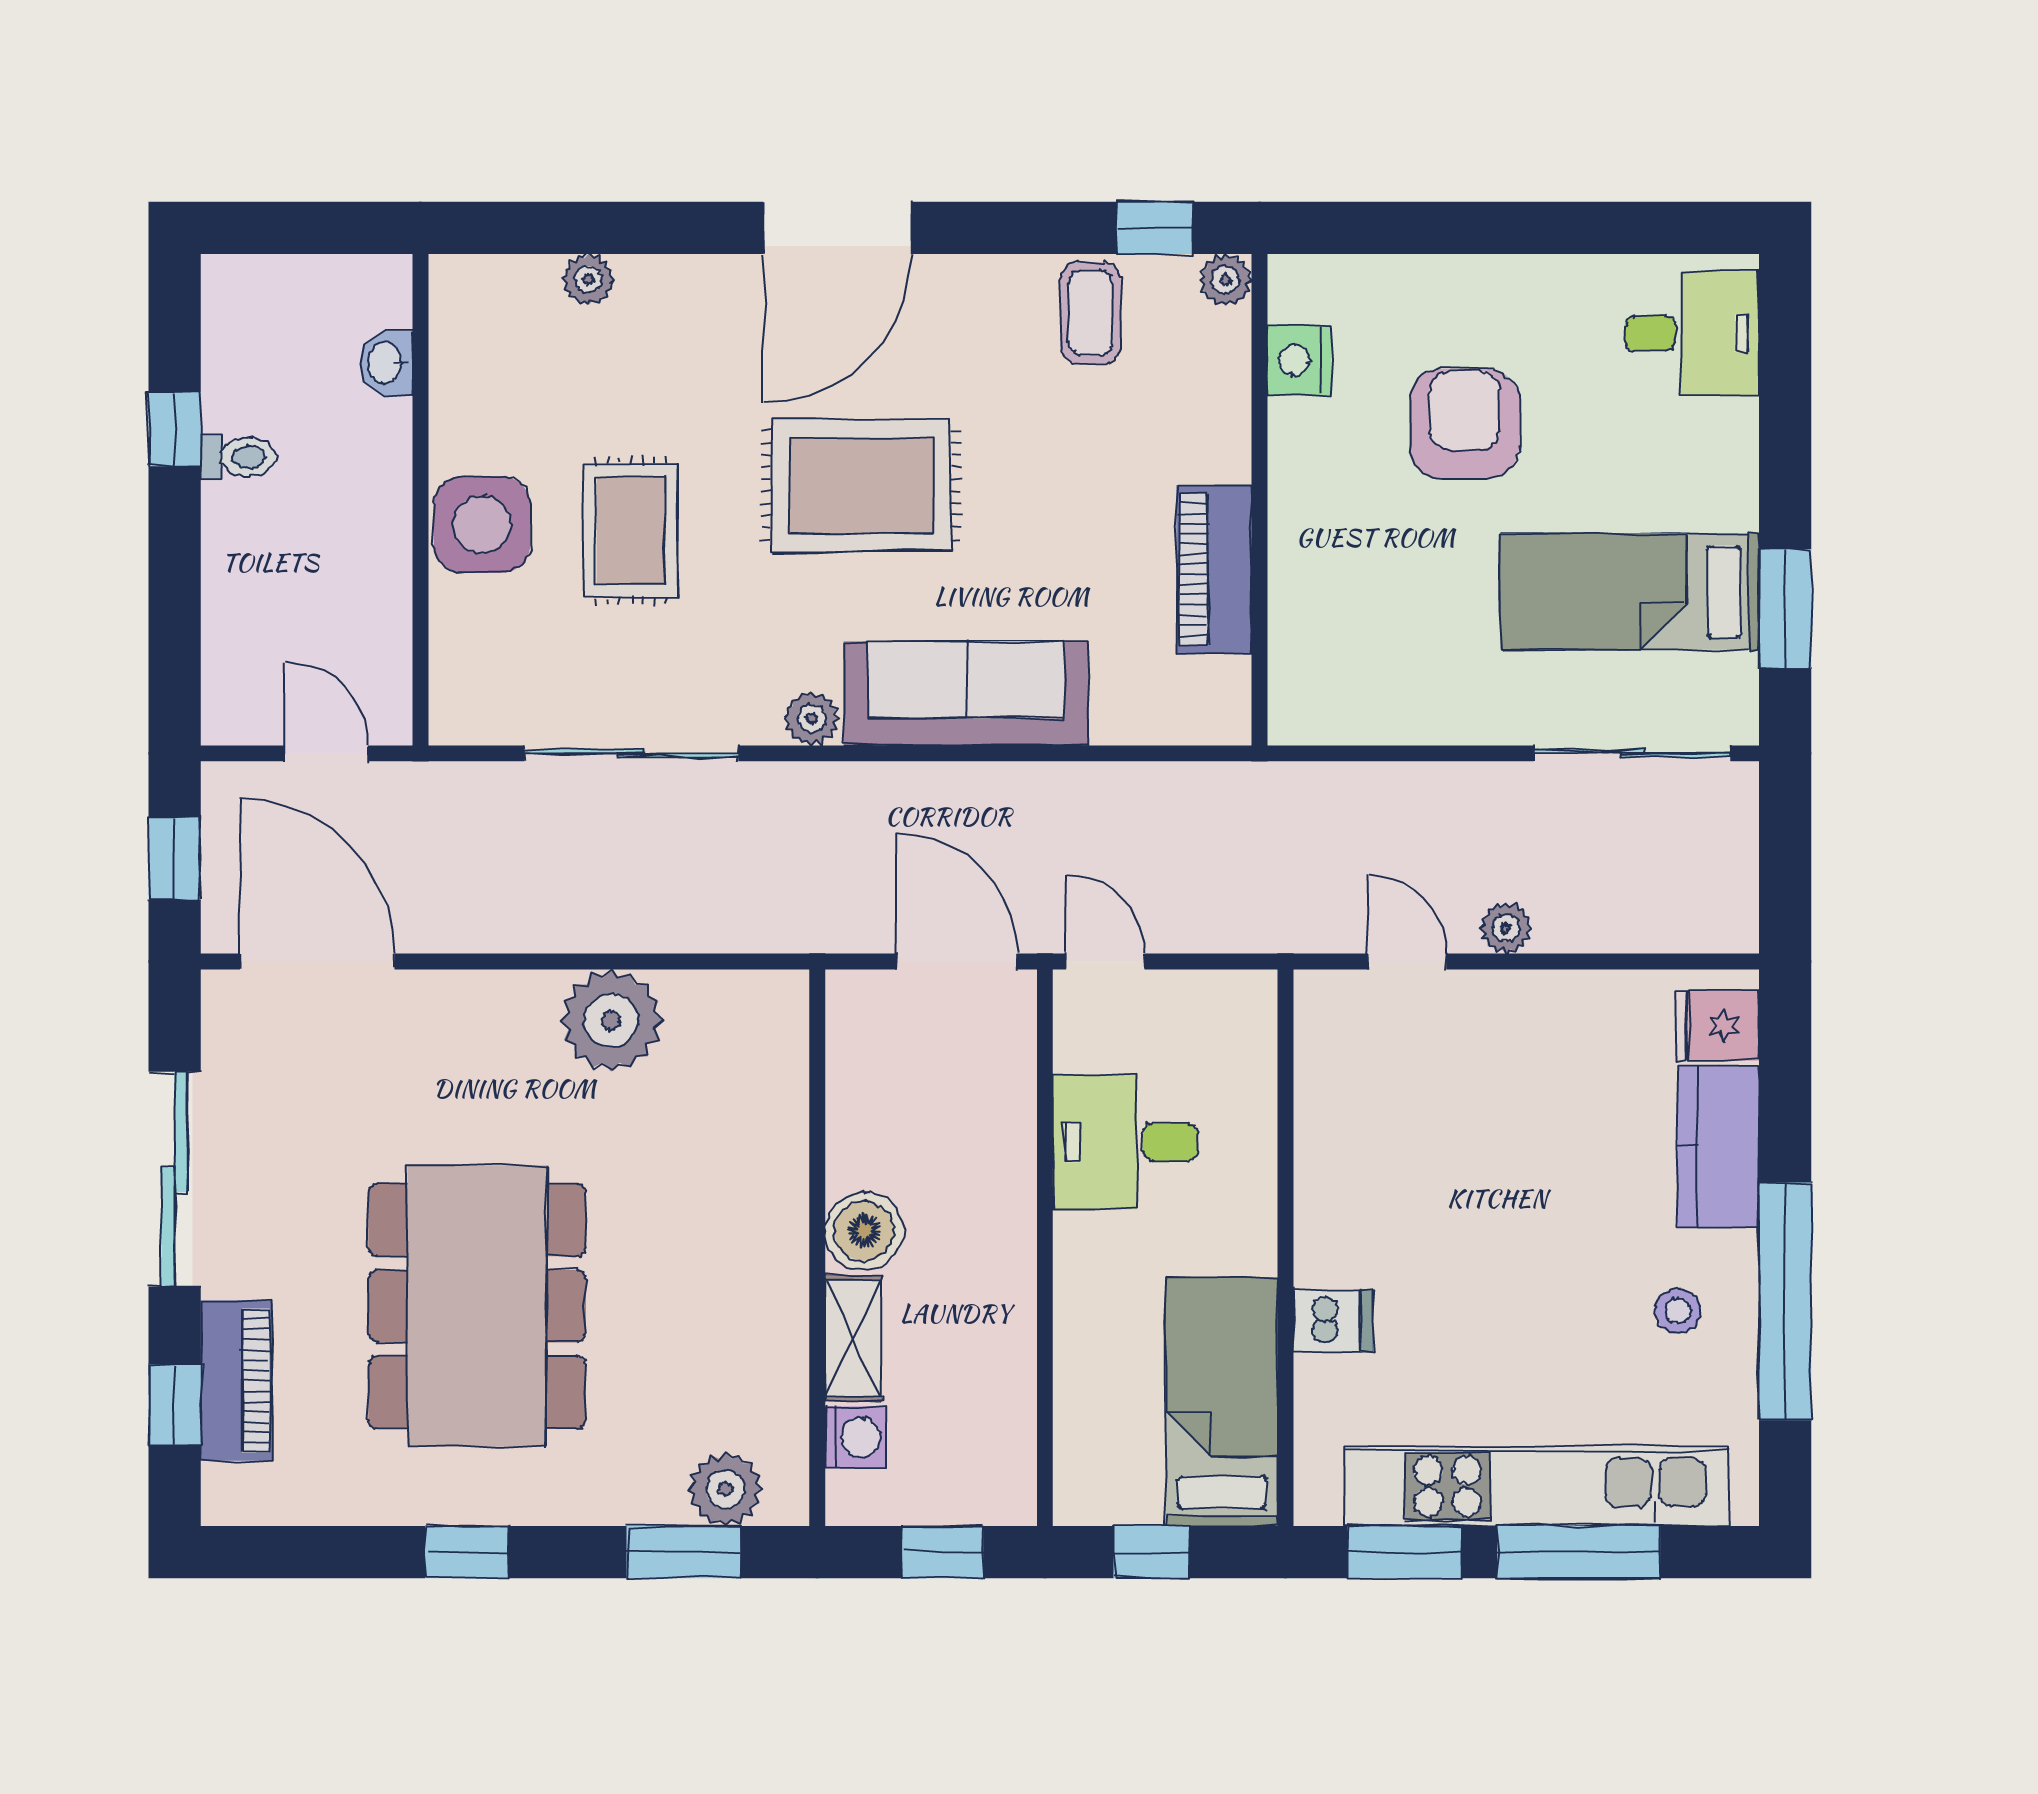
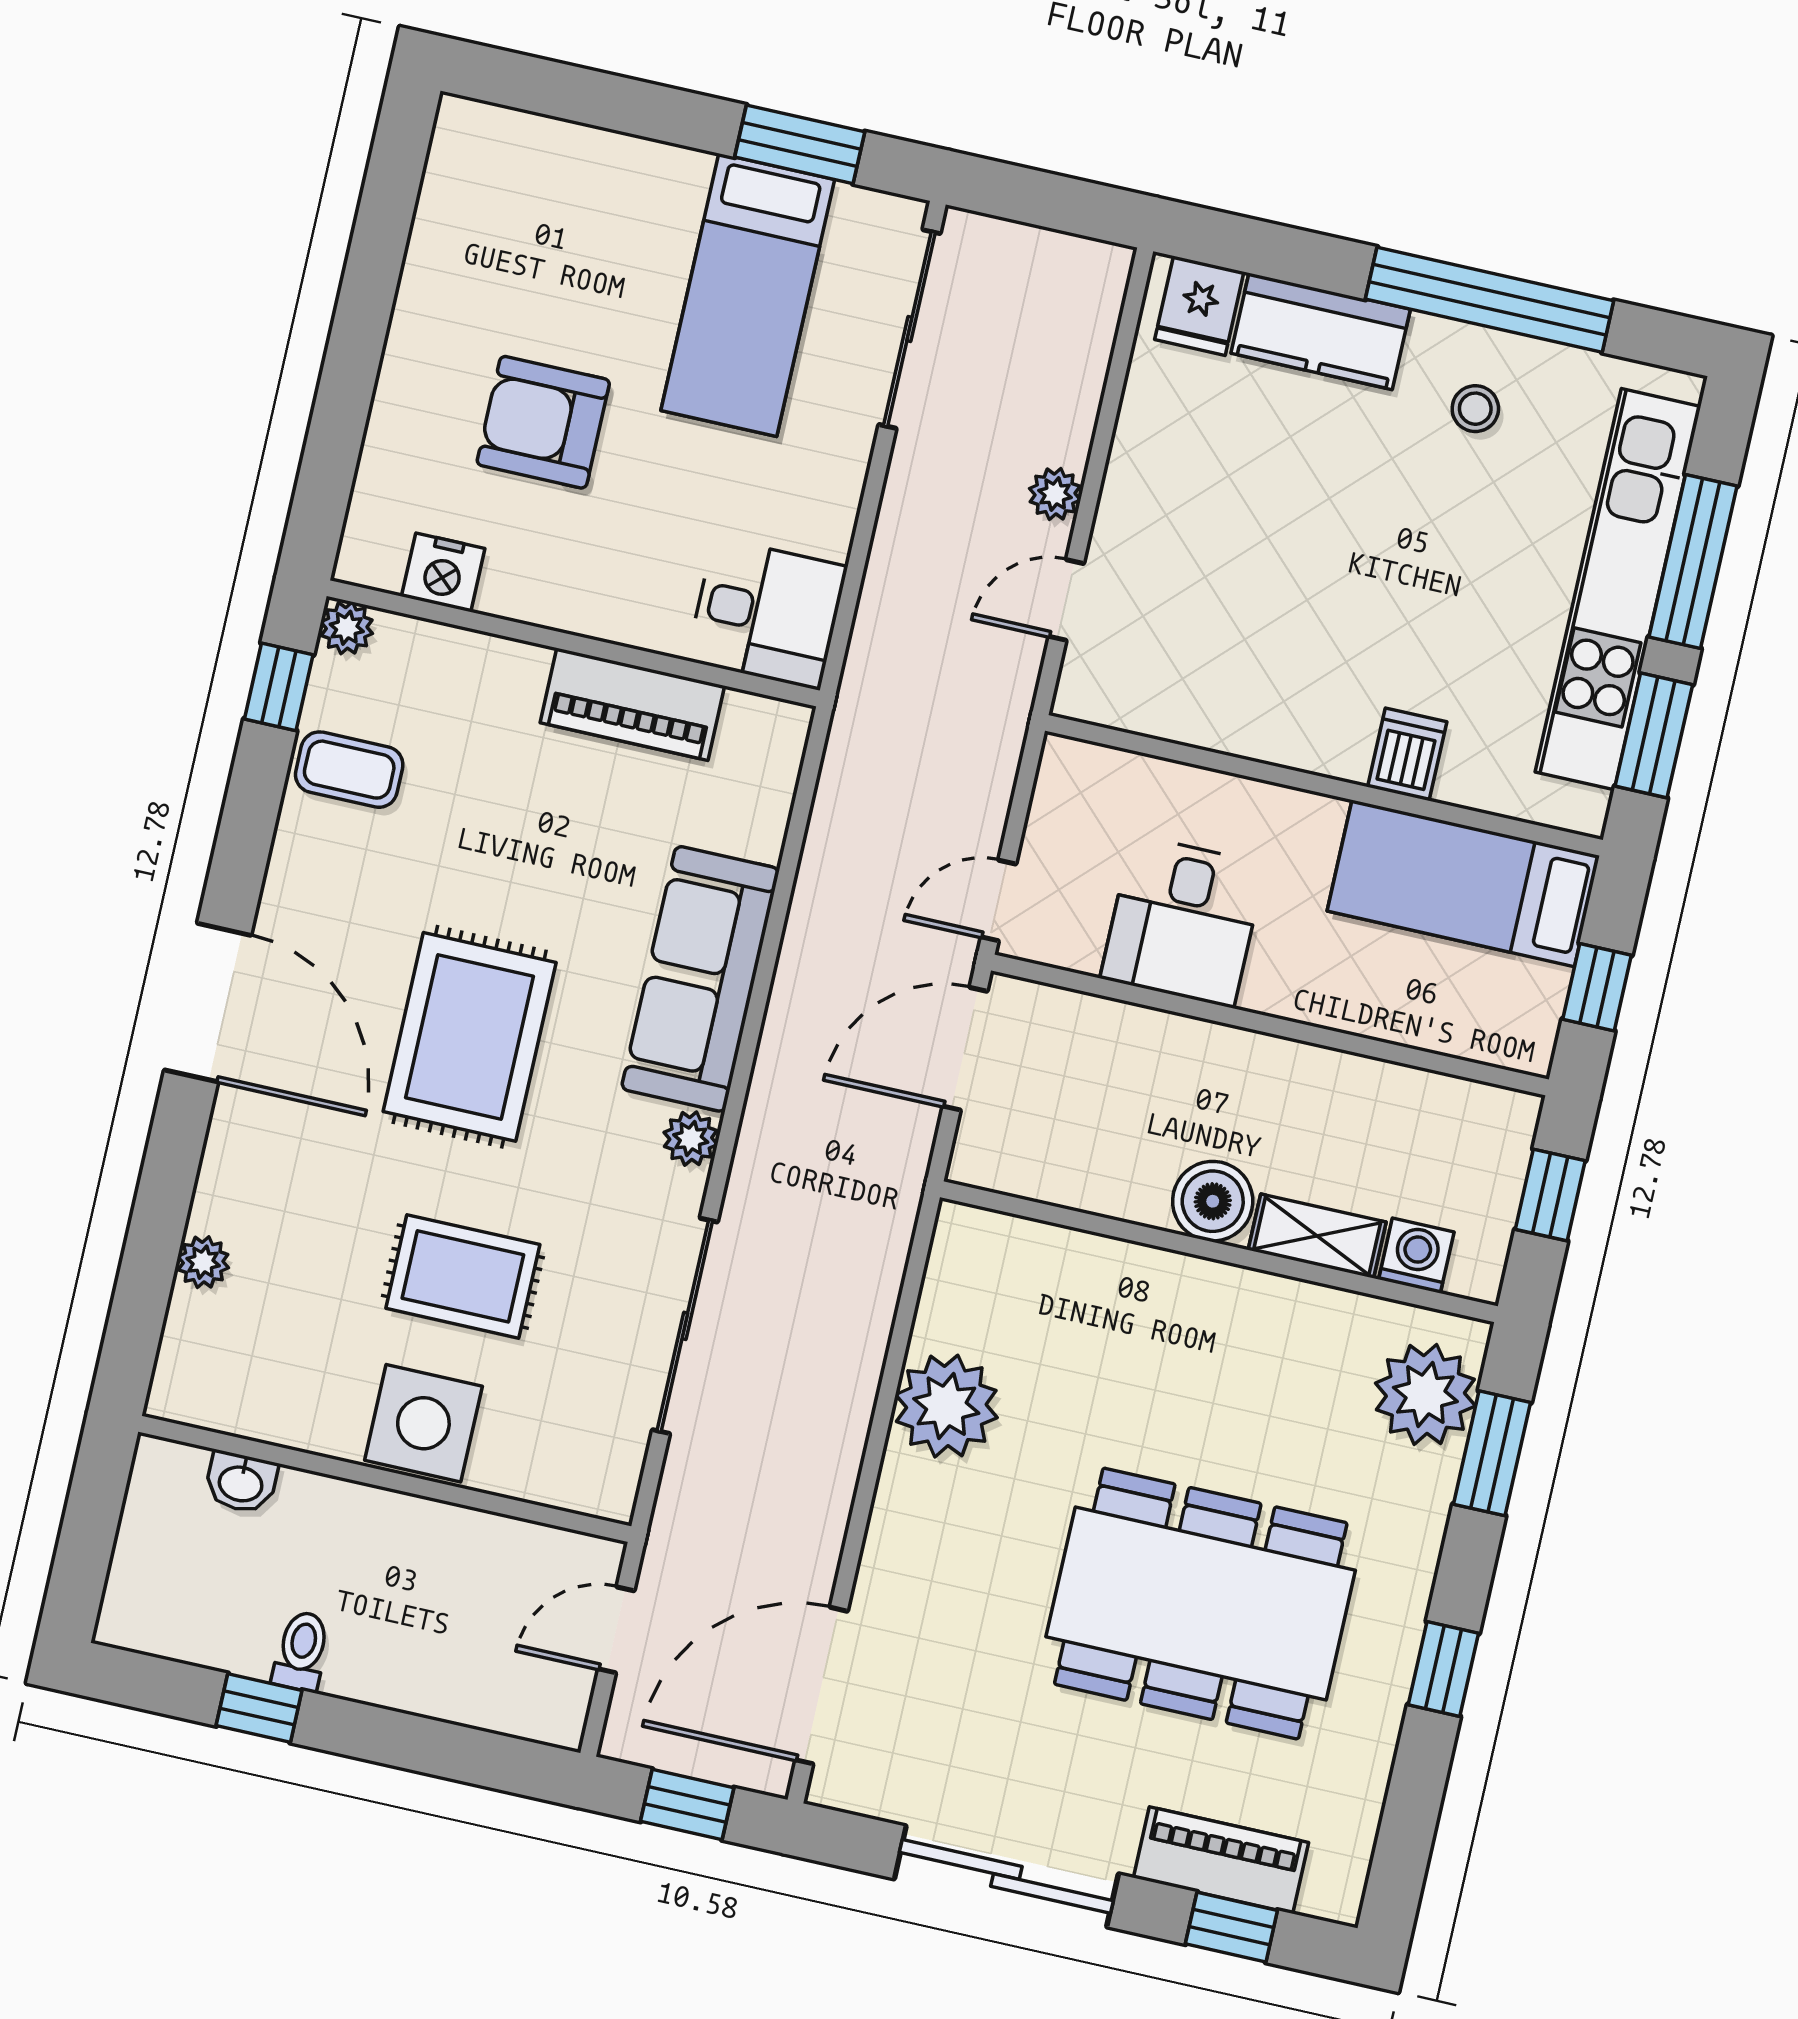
desk: (1692, 333) -> (767, 613), moved, turned 90
plant: (725, 1489) -> (1425, 1395), width x1.36, depth x1.36

